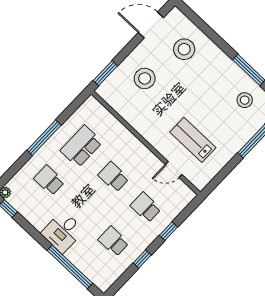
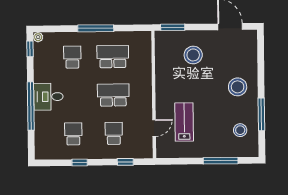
stool: (184, 49) -> (238, 87), moved
door: (174, 169) -> (154, 128), swing flipped
school desk: (113, 177) -> (113, 95), width x1.85
window: (169, 231) -> (125, 162), moved
window: (70, 267) -> (31, 106), moved

